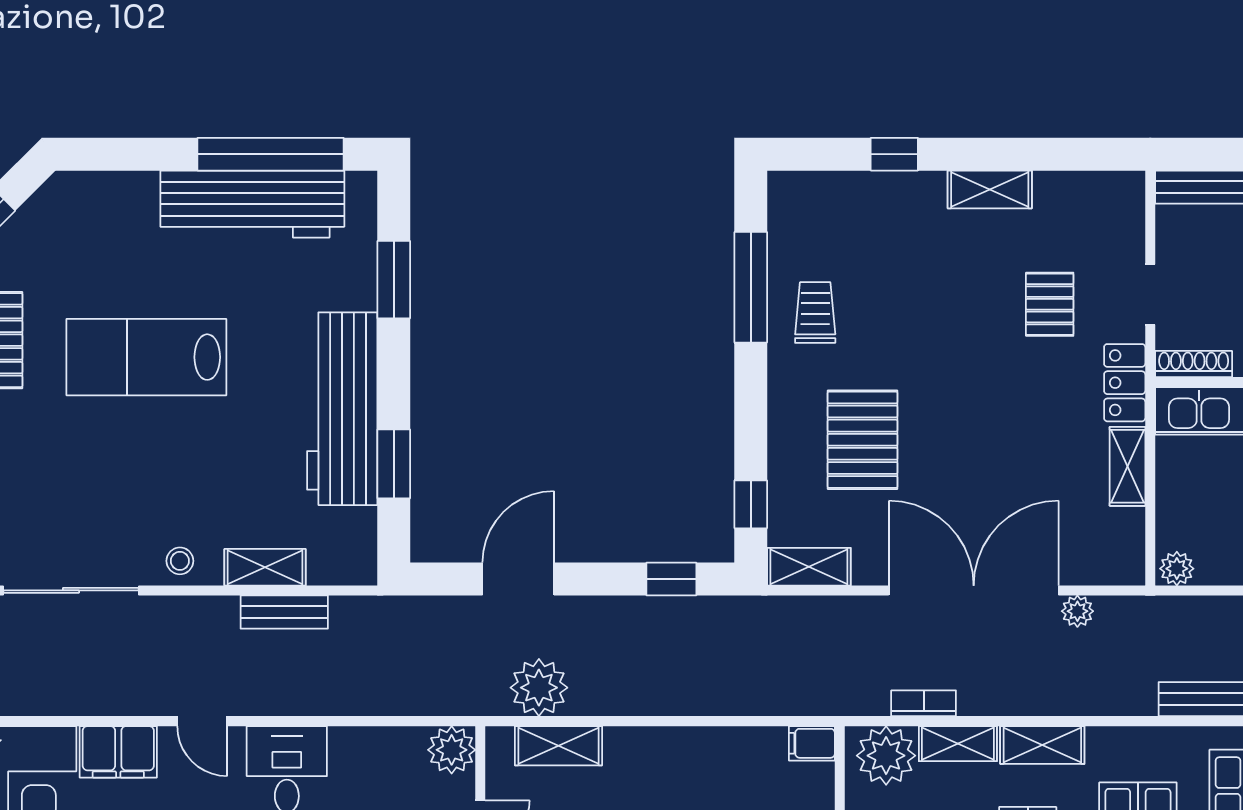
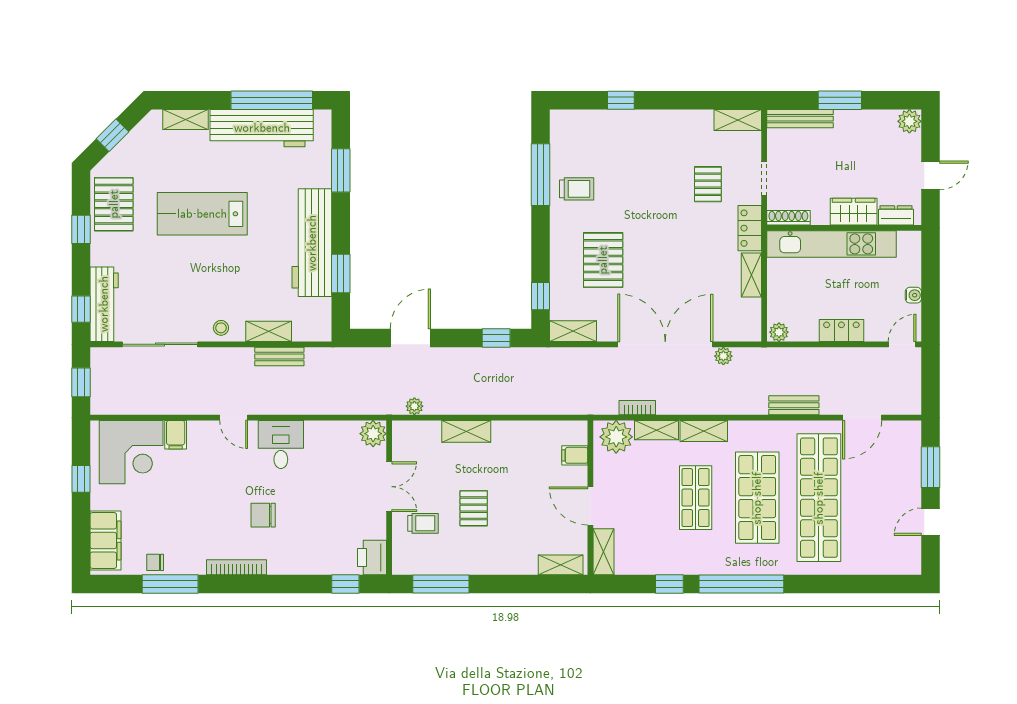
shelving: (117, 189) -> (186, 120), added
shelving: (990, 189) -> (738, 120), moved
trolley: (815, 313) -> (577, 189), turned 90
plant: (539, 688) -> (414, 406), width x0.53, depth x0.53
filing cabinet: (812, 743) -> (575, 455), moved
shelving: (558, 746) -> (466, 431), moved
filing cabinet: (118, 752) -> (176, 435), width x0.50

